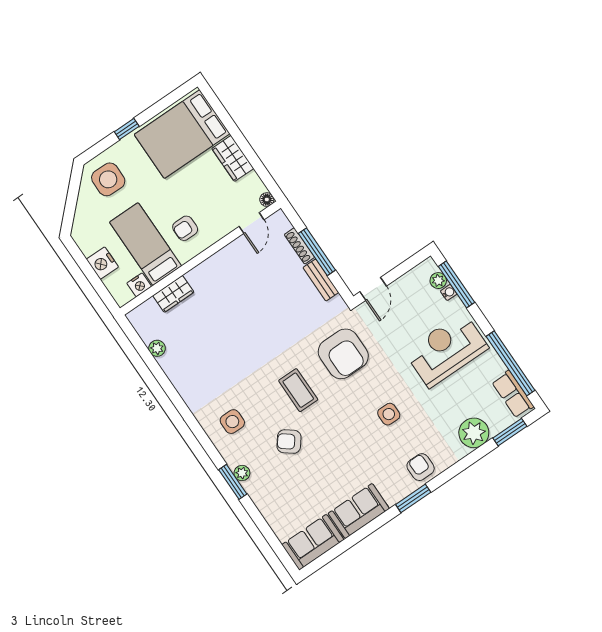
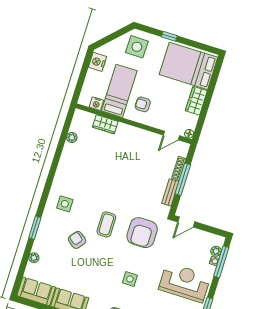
nightstand: (102, 263) -> (97, 62), moved
plant: (242, 473) -> (34, 258), moved

